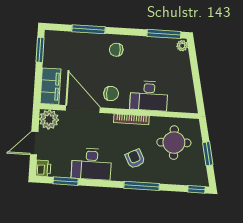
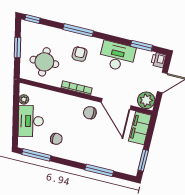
plant: (182, 46) -> (24, 99), moved
chair: (116, 50) -> (56, 139), moved
desk: (149, 96) -> (31, 121), moved, turned -102
armchair: (135, 159) -> (80, 54), turned -153

